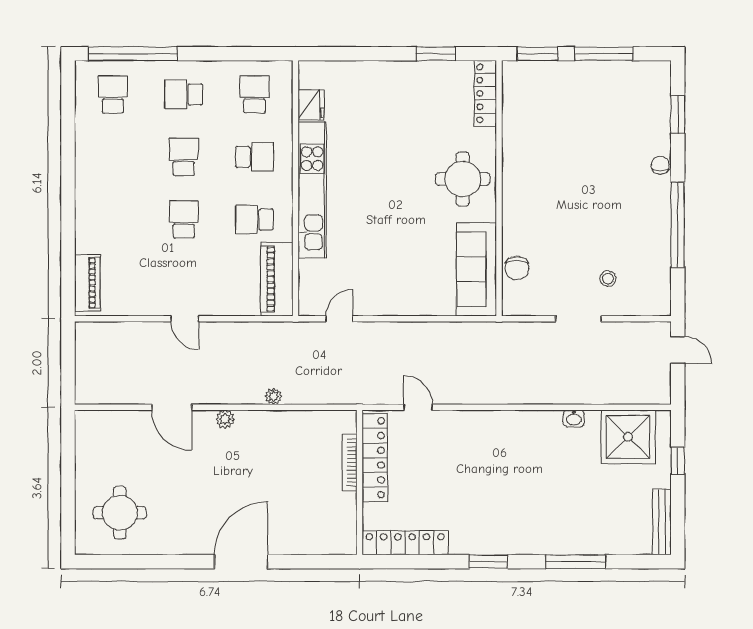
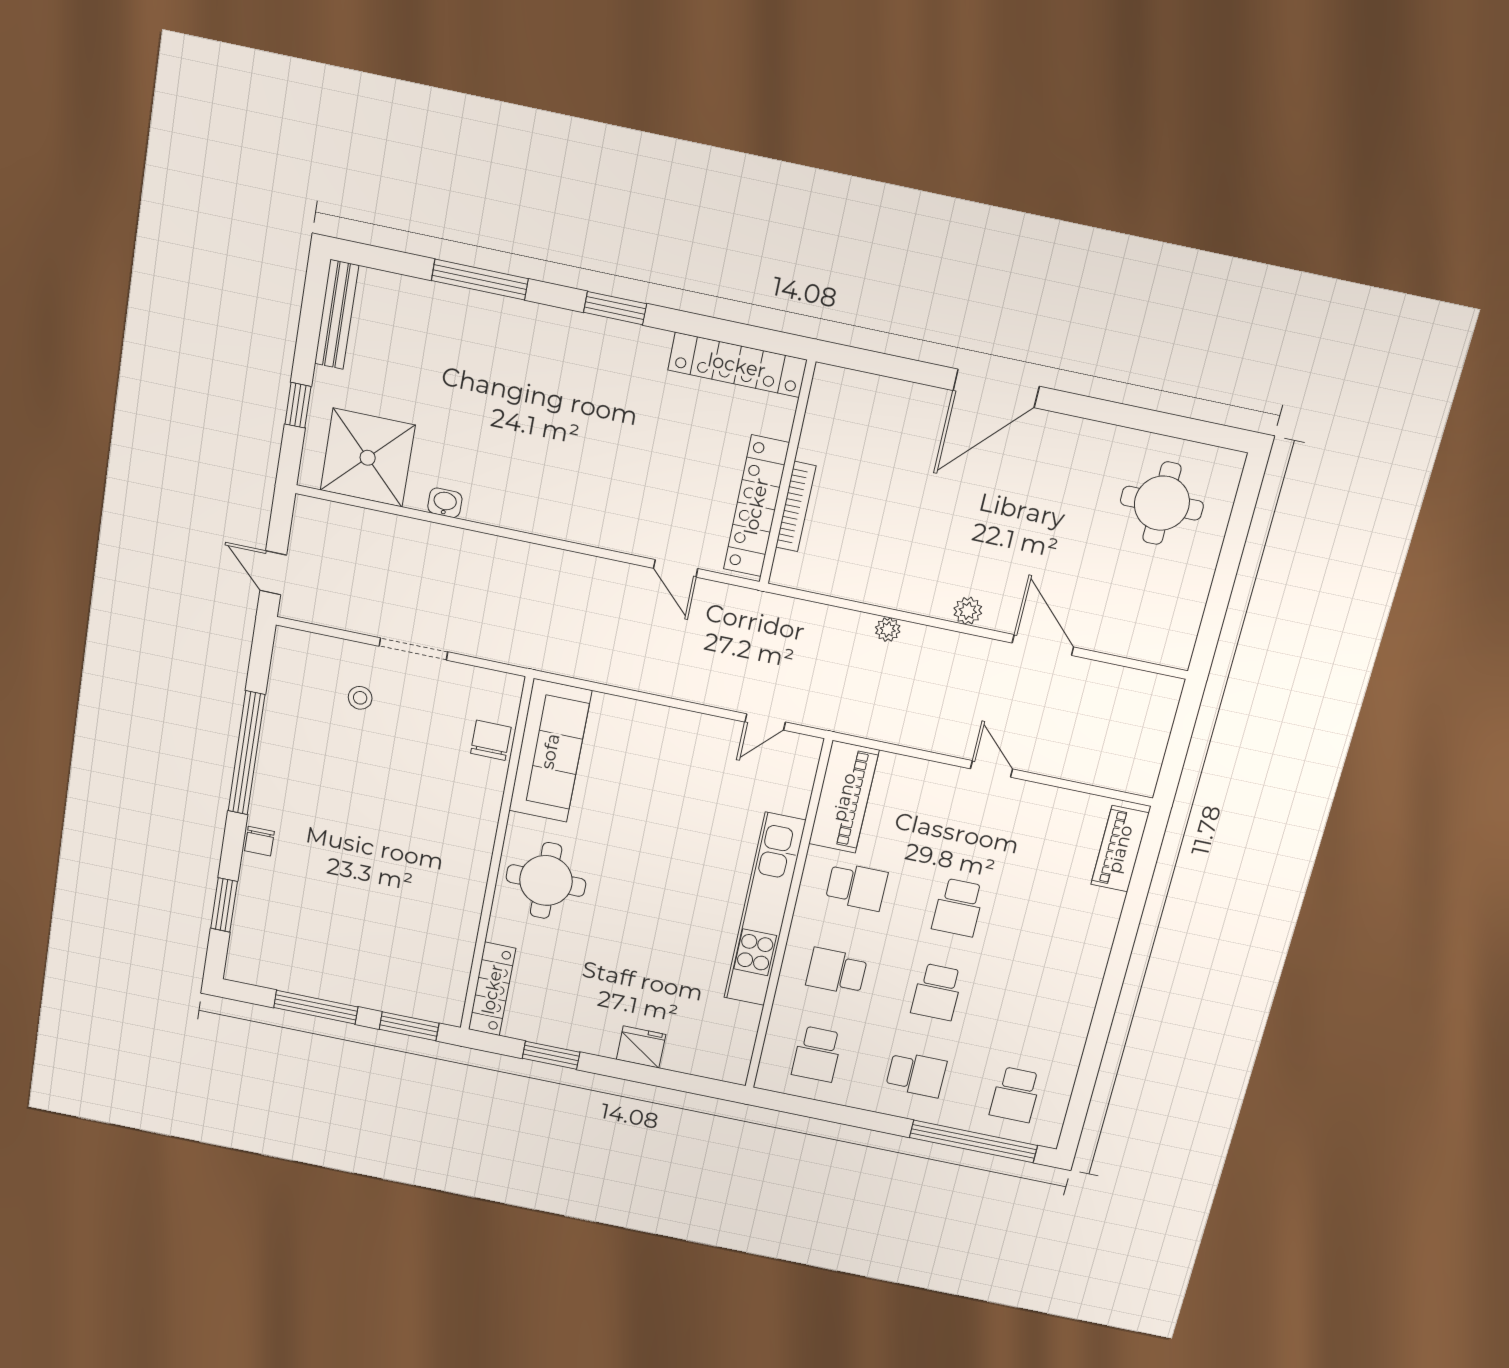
fridge: (311, 105) -> (641, 1047), moved, turned 90

